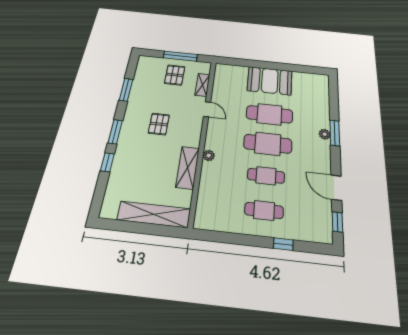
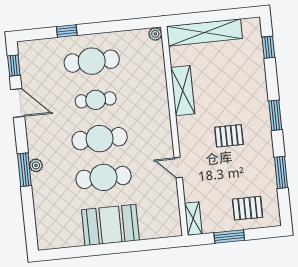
window: (180, 56) -> (229, 236), width x0.69
pallet: (175, 75) -> (248, 208), moved, turned 90
shelving: (202, 85) -> (193, 219), moved
pallet: (159, 124) -> (229, 136), turned 90
plant: (209, 155) -> (155, 34), moved
window: (107, 162) -> (268, 47), moved
cafe table: (264, 210) -> (92, 61), width x1.37, depth x1.35

